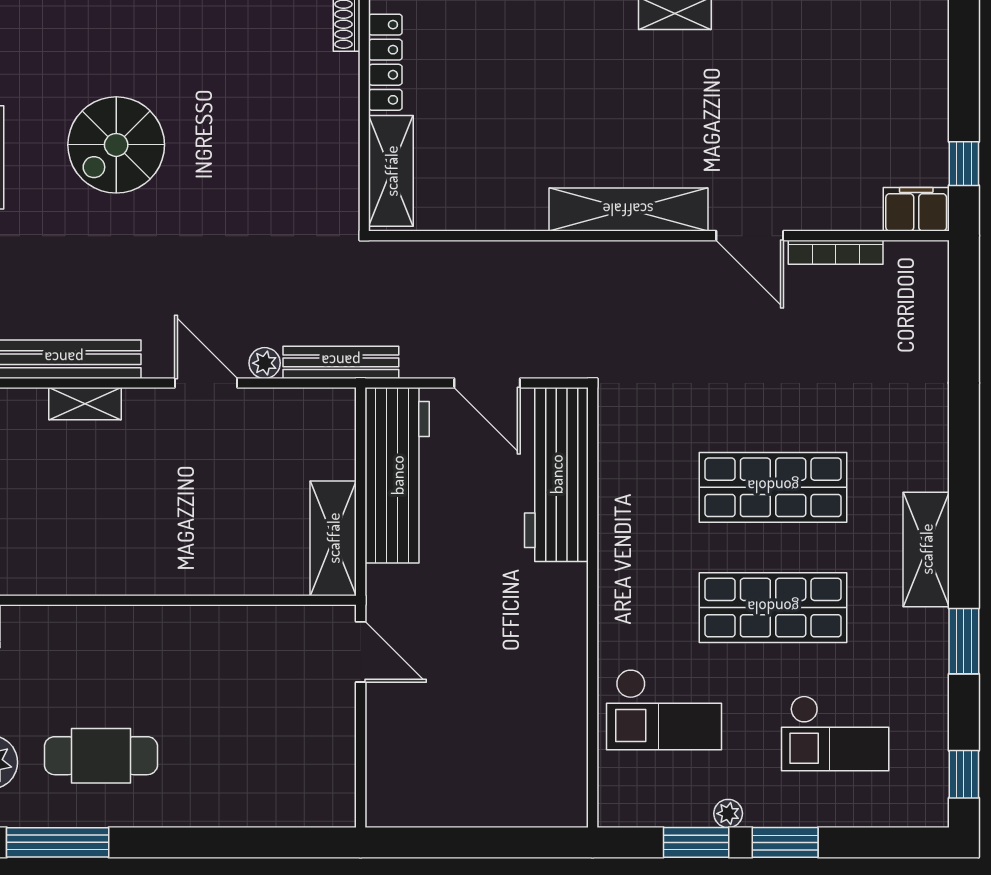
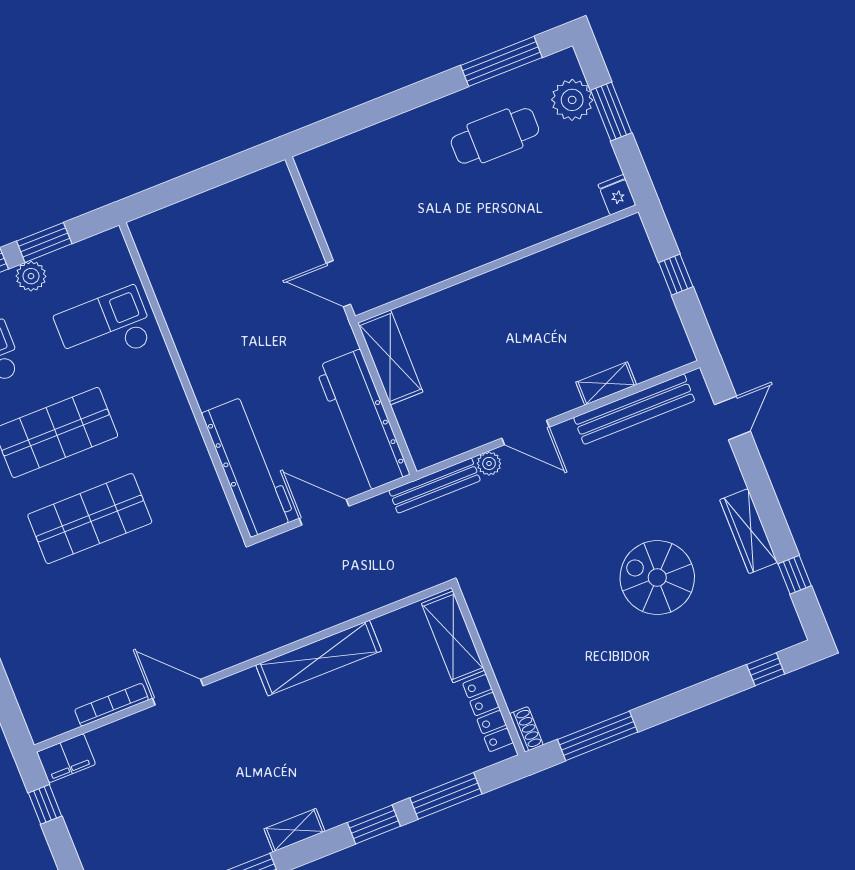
spiral stairs: (116, 145) -> (657, 578), turned -90
shelving: (628, 210) -> (319, 658), moved
plant: (728, 814) -> (31, 276), width x1.38, depth x1.38

